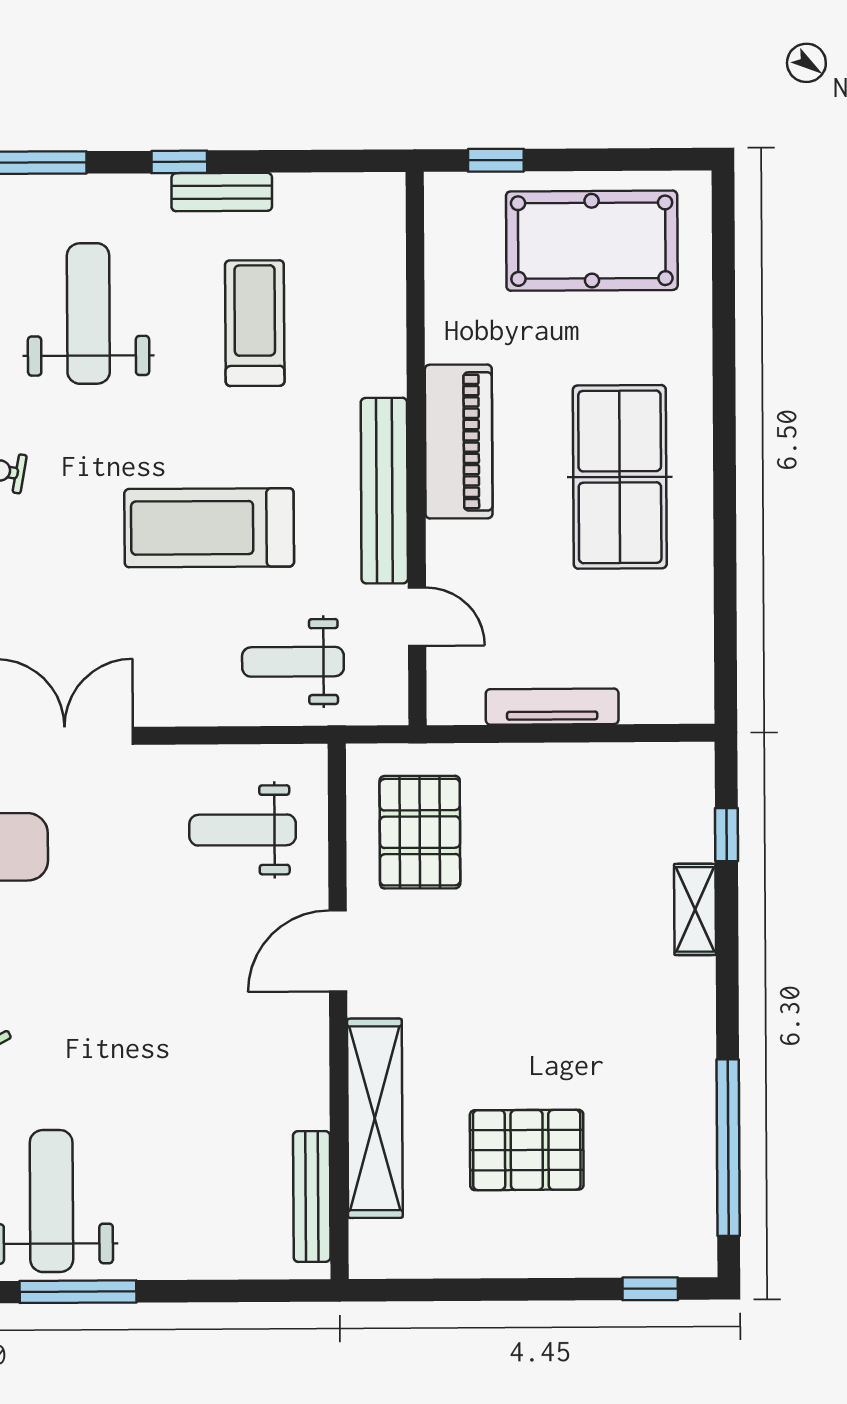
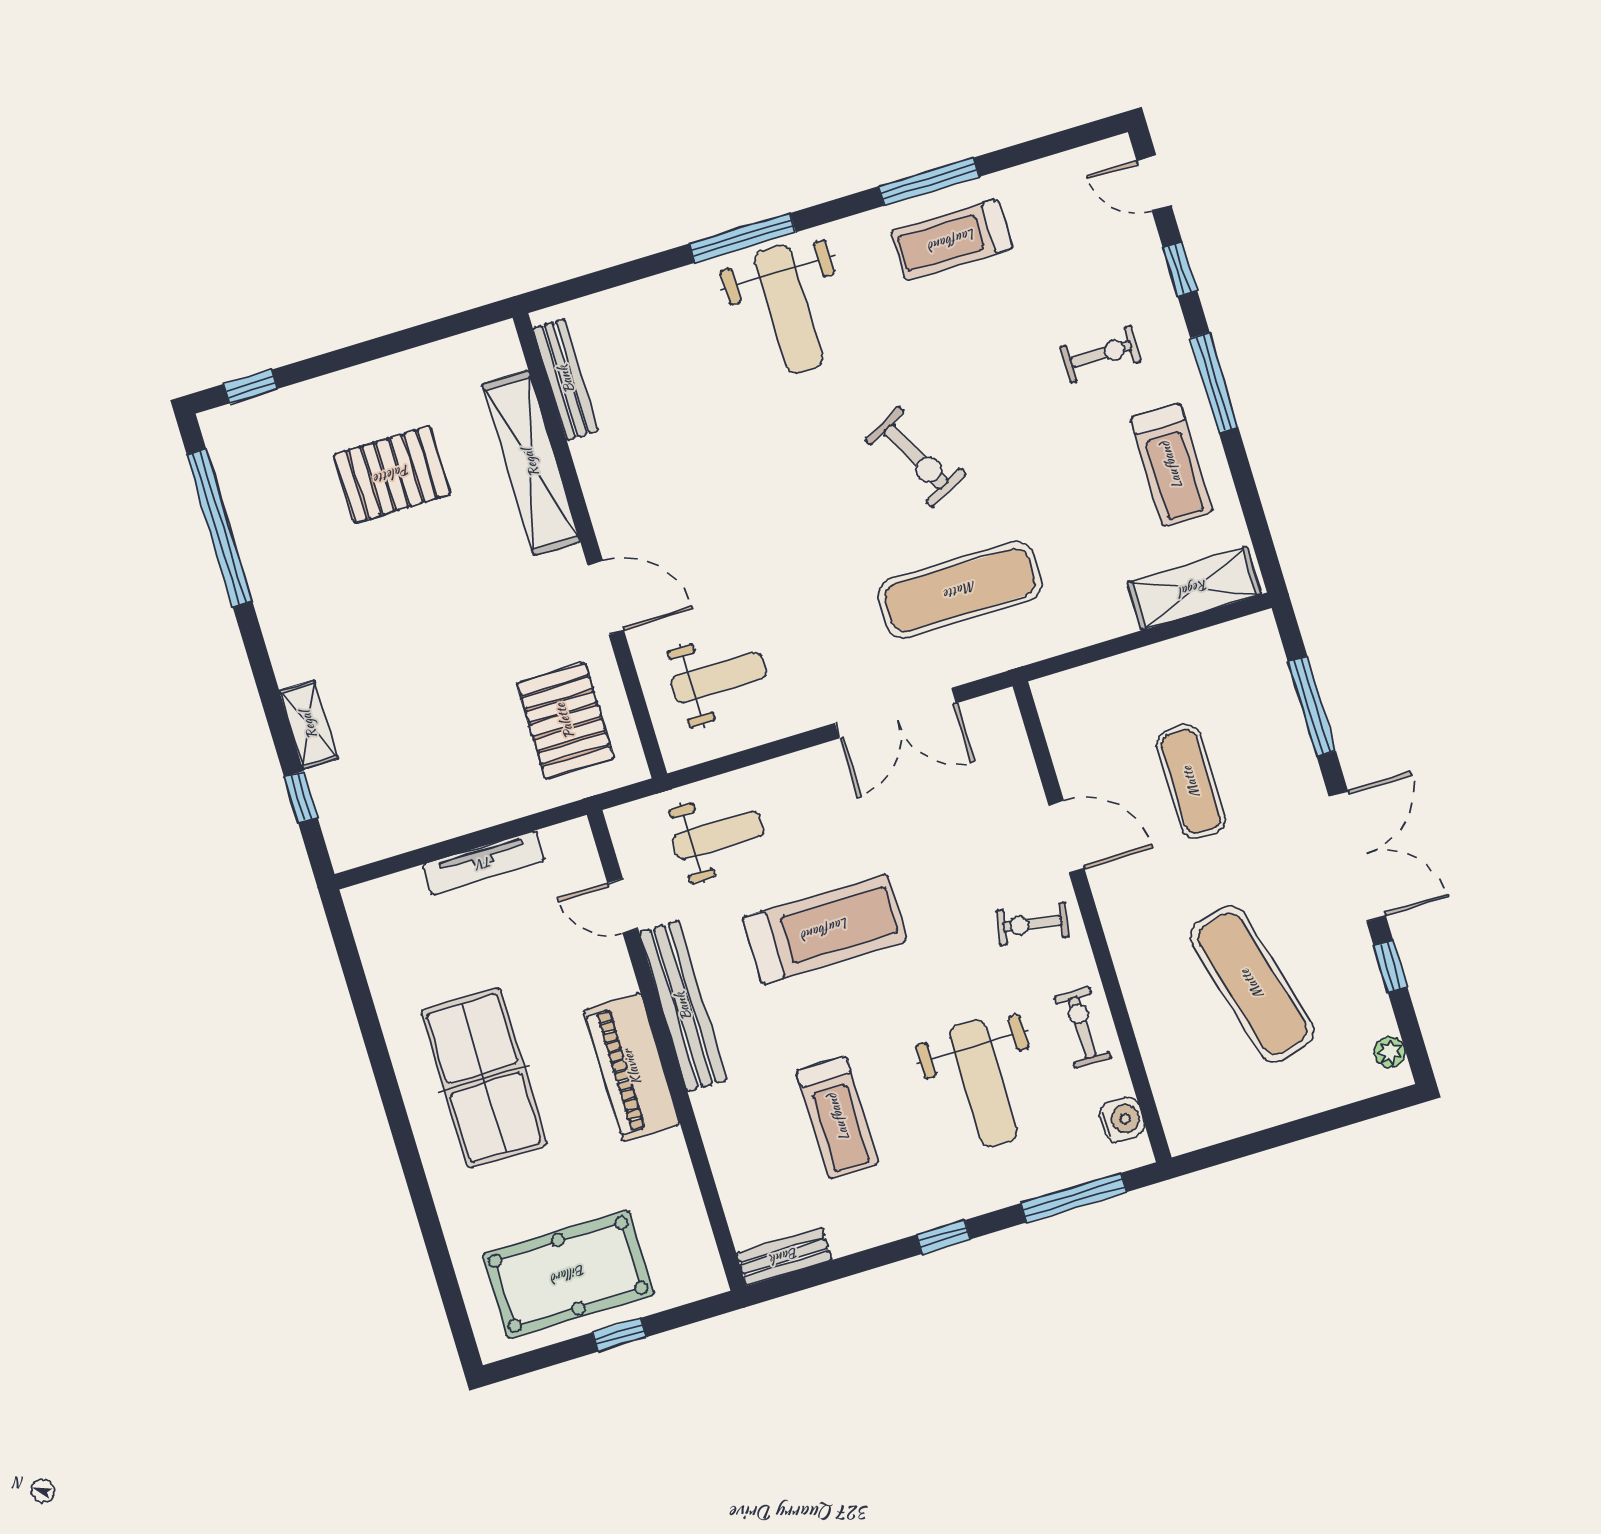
window: (496, 160) -> (619, 1335), moved
bench: (222, 192) -> (784, 1256), moved
door: (338, 951) -> (606, 598), hinge flipped

